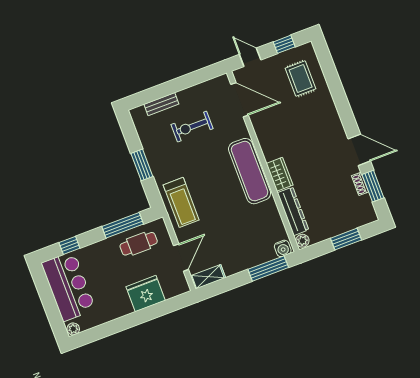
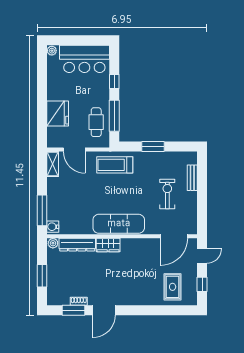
rug: (301, 78) -> (173, 287), turned 90
window: (69, 245) -> (114, 82), moved

